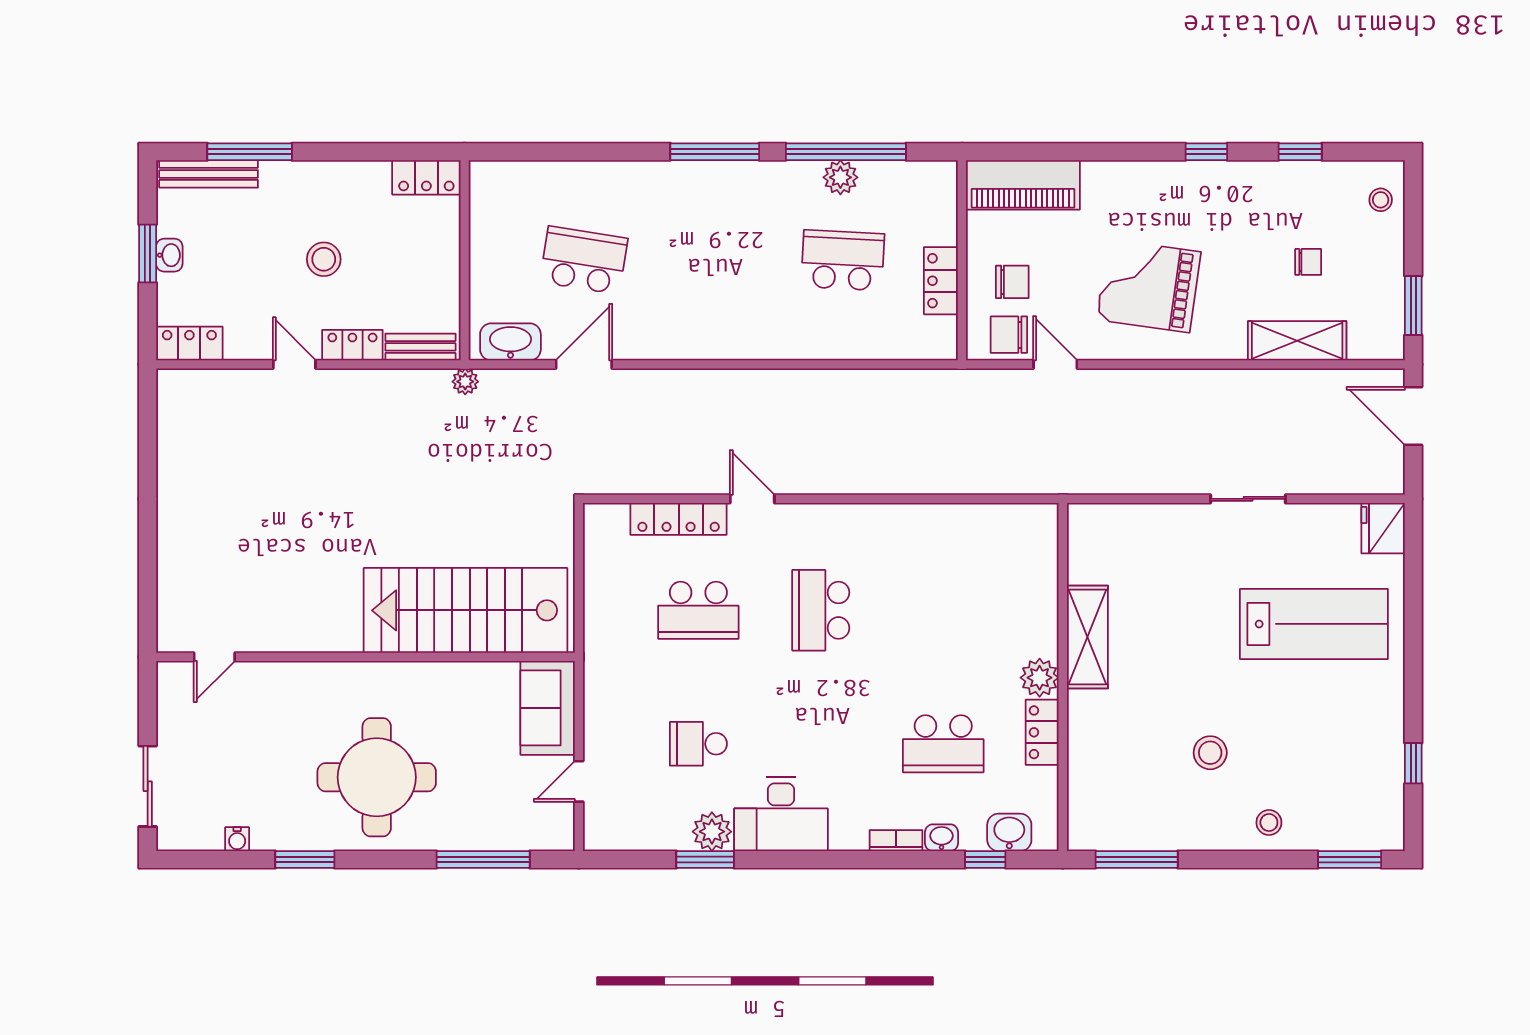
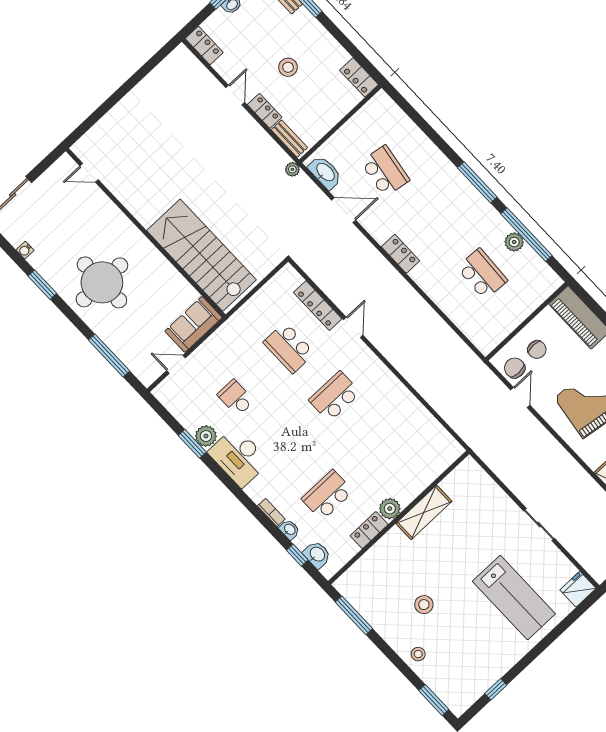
locker: (941, 281) -> (401, 254), moved, turned 90
school desk: (943, 744) -> (327, 495), turned 90

